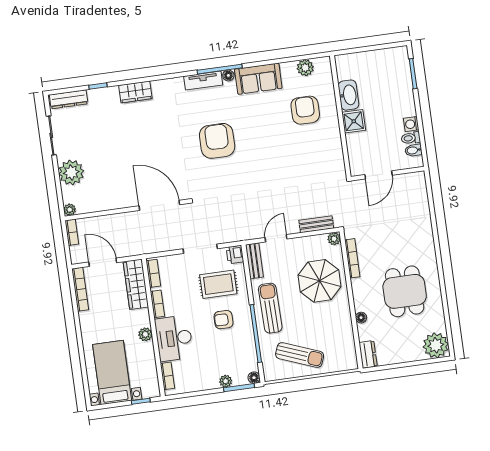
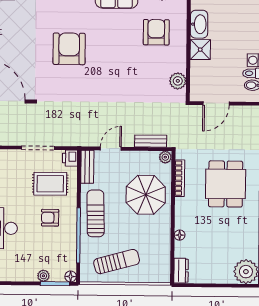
plant: (335, 157) -> (178, 81), added
dining table: (405, 291) -> (226, 184), moved
sun lounger: (300, 355) -> (117, 262), turned -36

